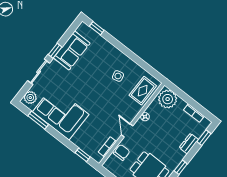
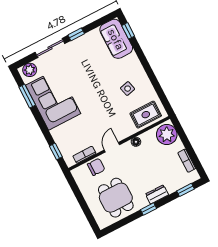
sofa: (72, 51) -> (116, 39), moved, turned 90
dresser: (189, 144) -> (157, 194), moved

